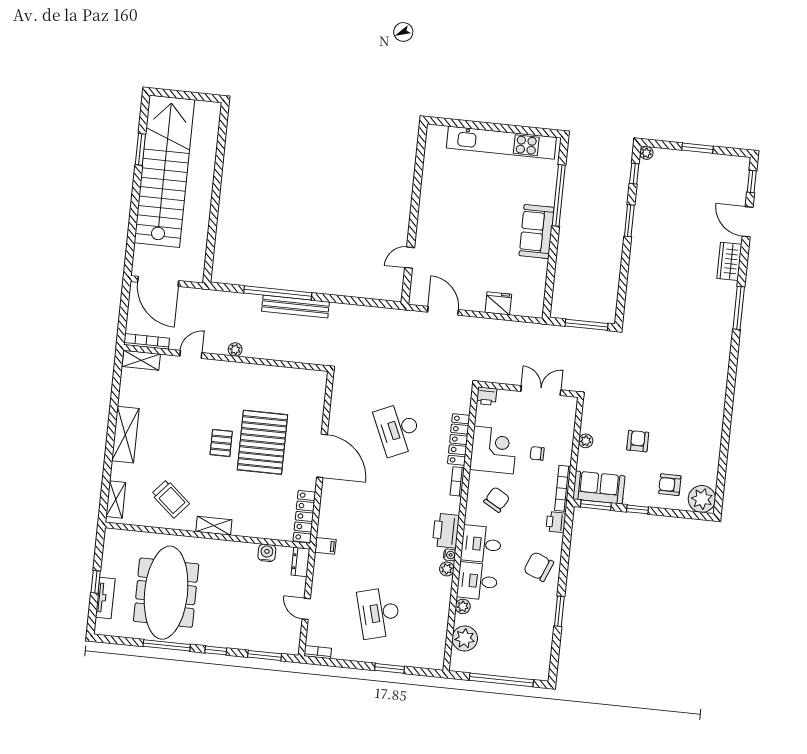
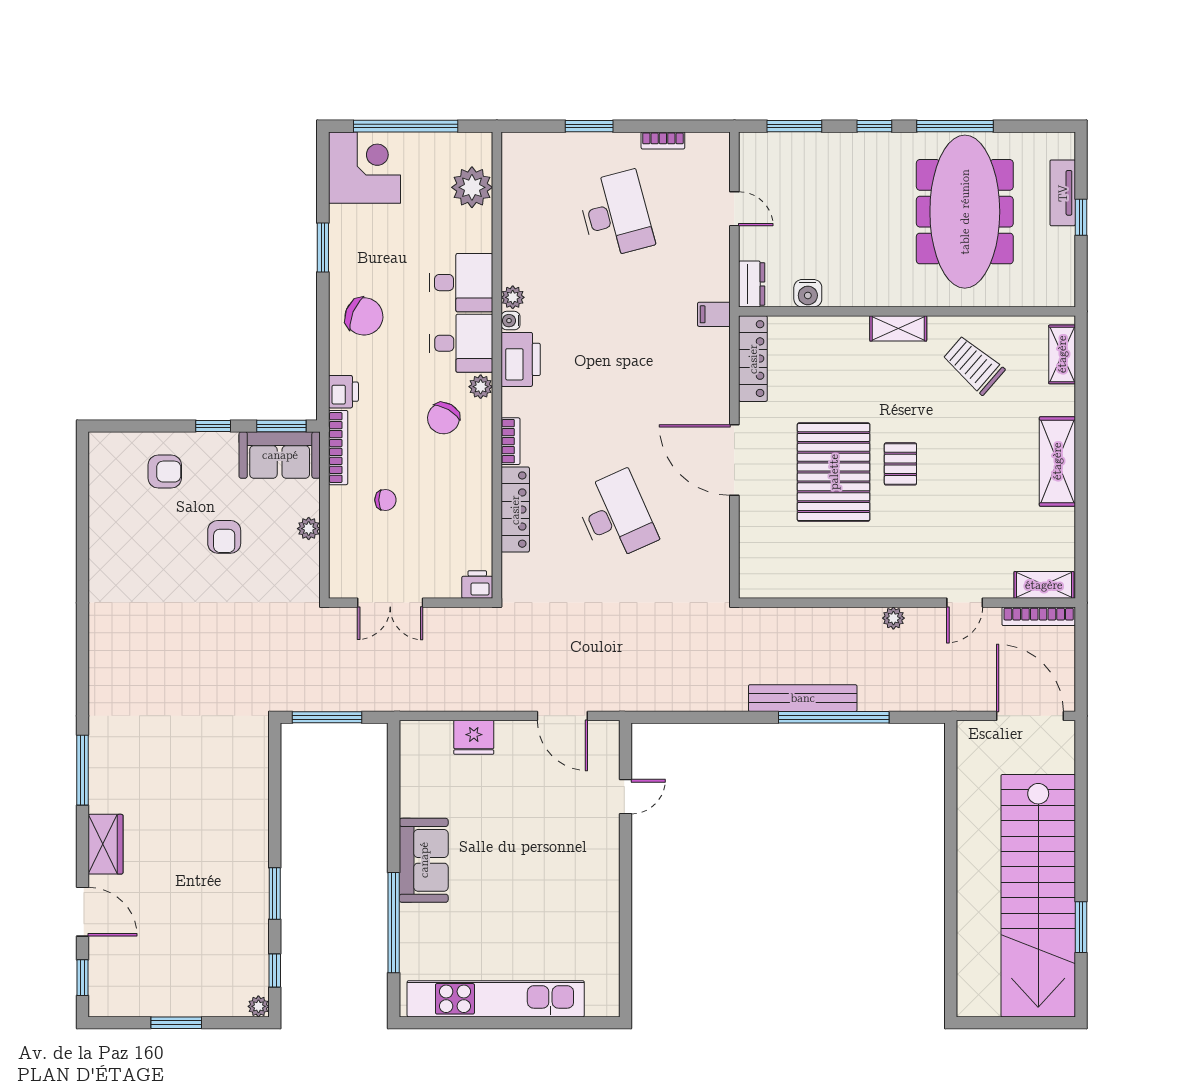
corner desk: (494, 450) -> (364, 168), moved, turned 180
plant: (702, 499) -> (110, 454), removed
plant: (463, 606) -> (481, 387), moved
bookcase: (318, 652) -> (663, 140), moved

